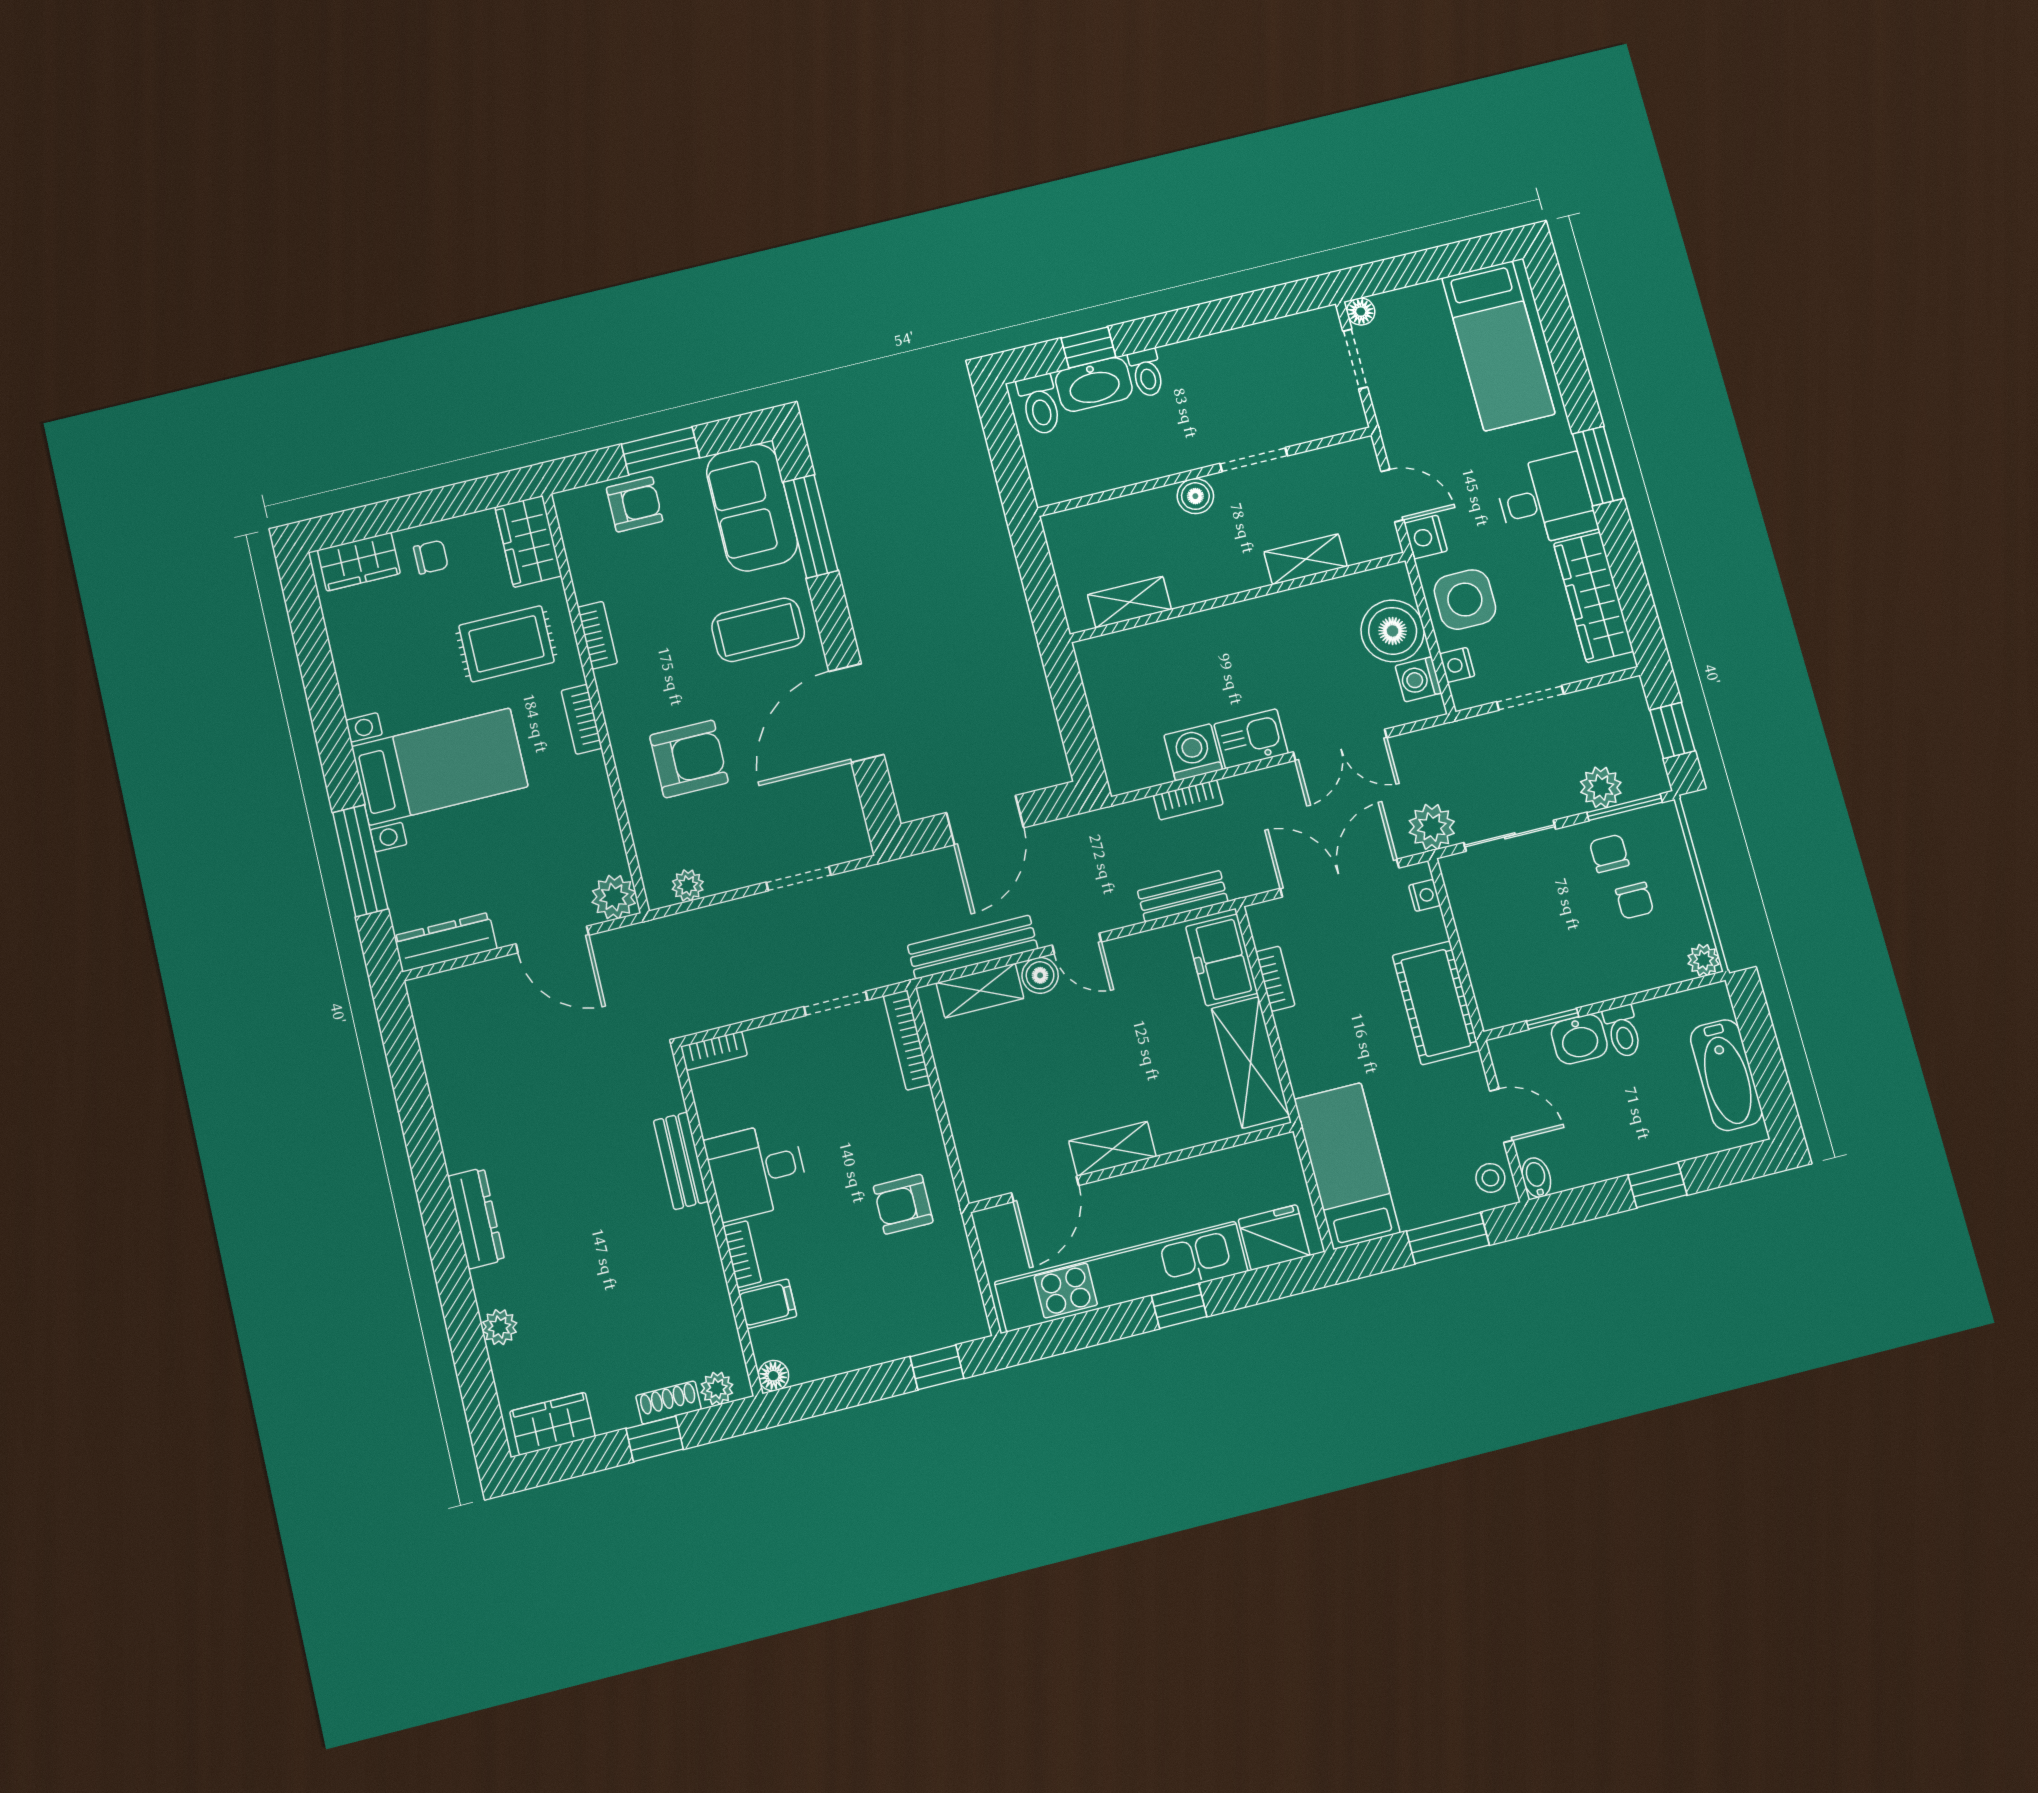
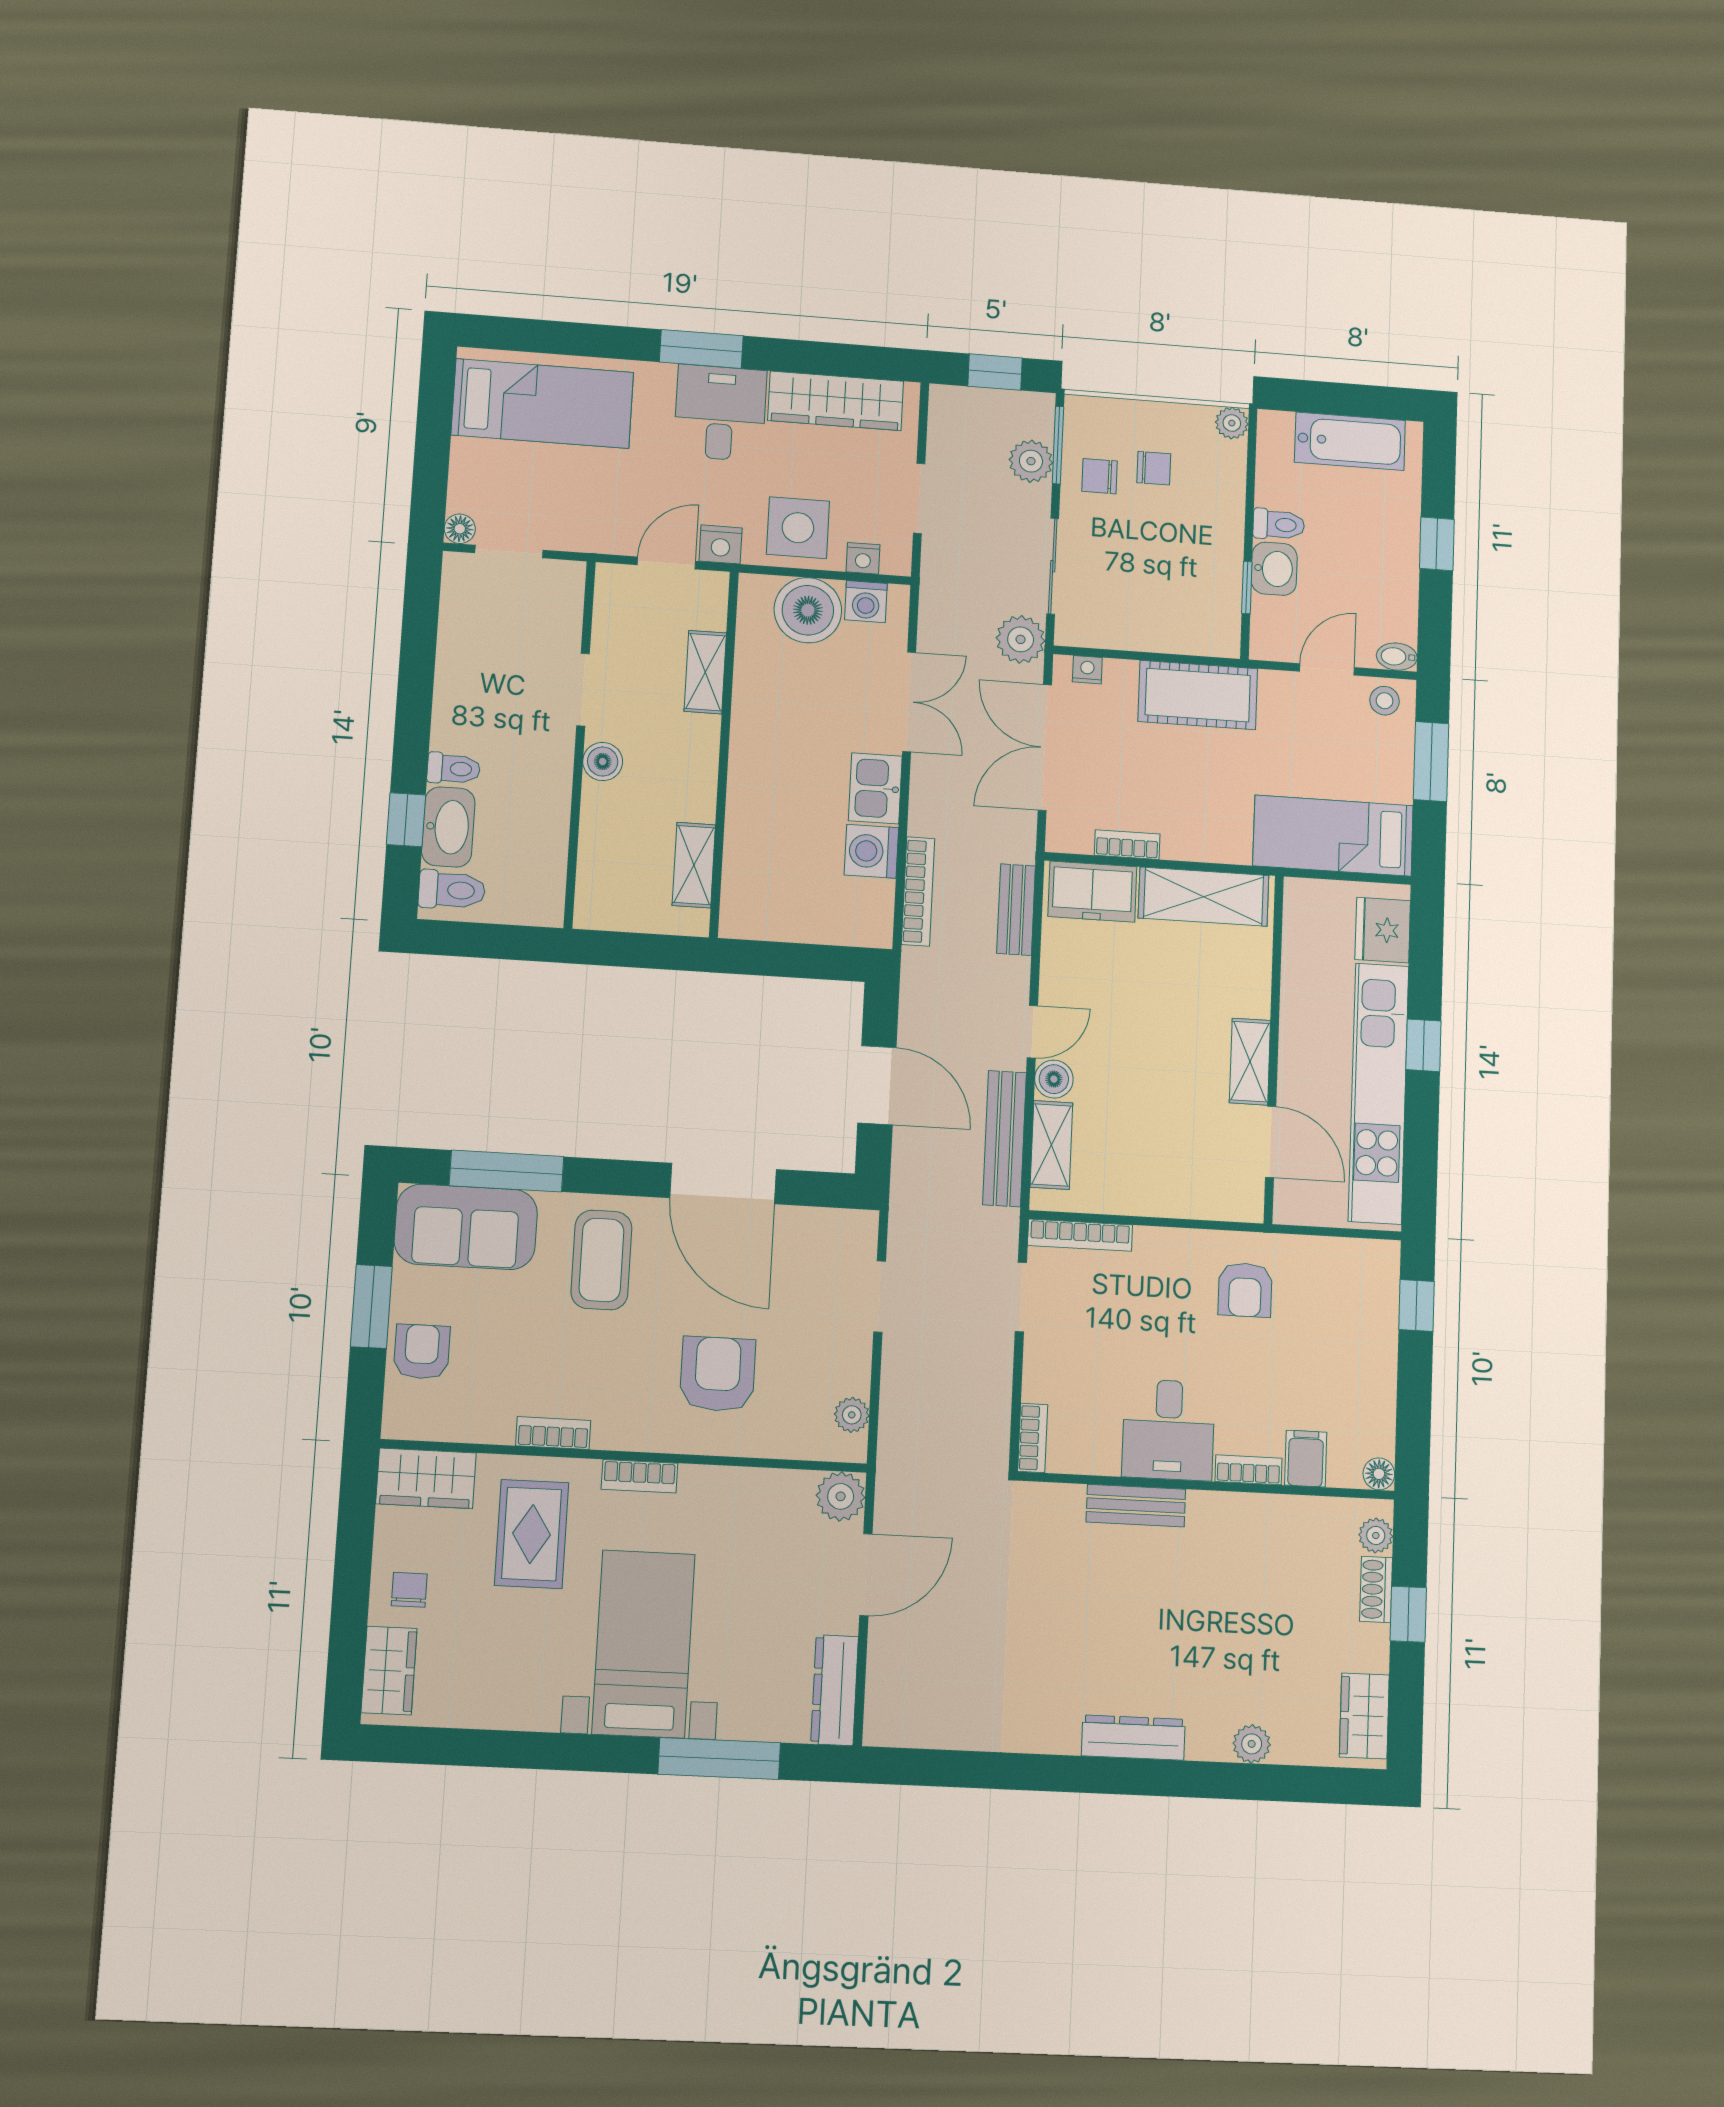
bookcase: (1188, 800) -> (918, 891), width x1.56

